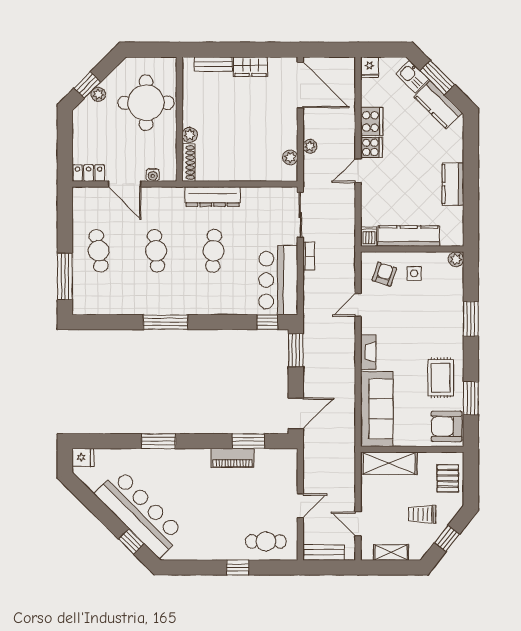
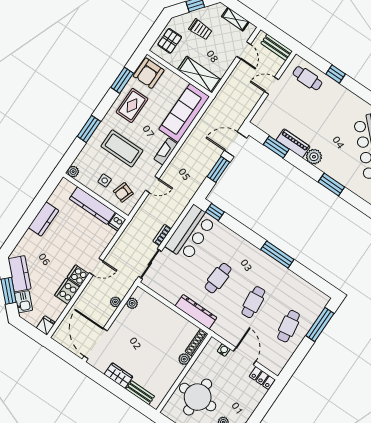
coffee table: (419, 322) -> (122, 148), added
window: (296, 350) -> (218, 169), moved
armchair: (447, 426) -> (149, 73), turned 90
plant: (199, 459) -> (314, 157), added

